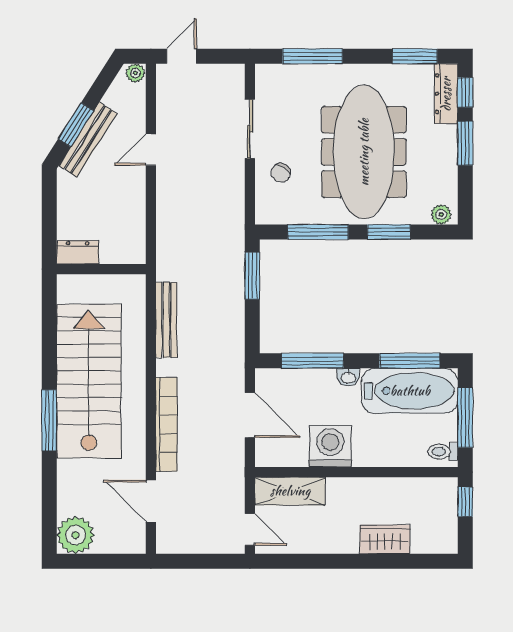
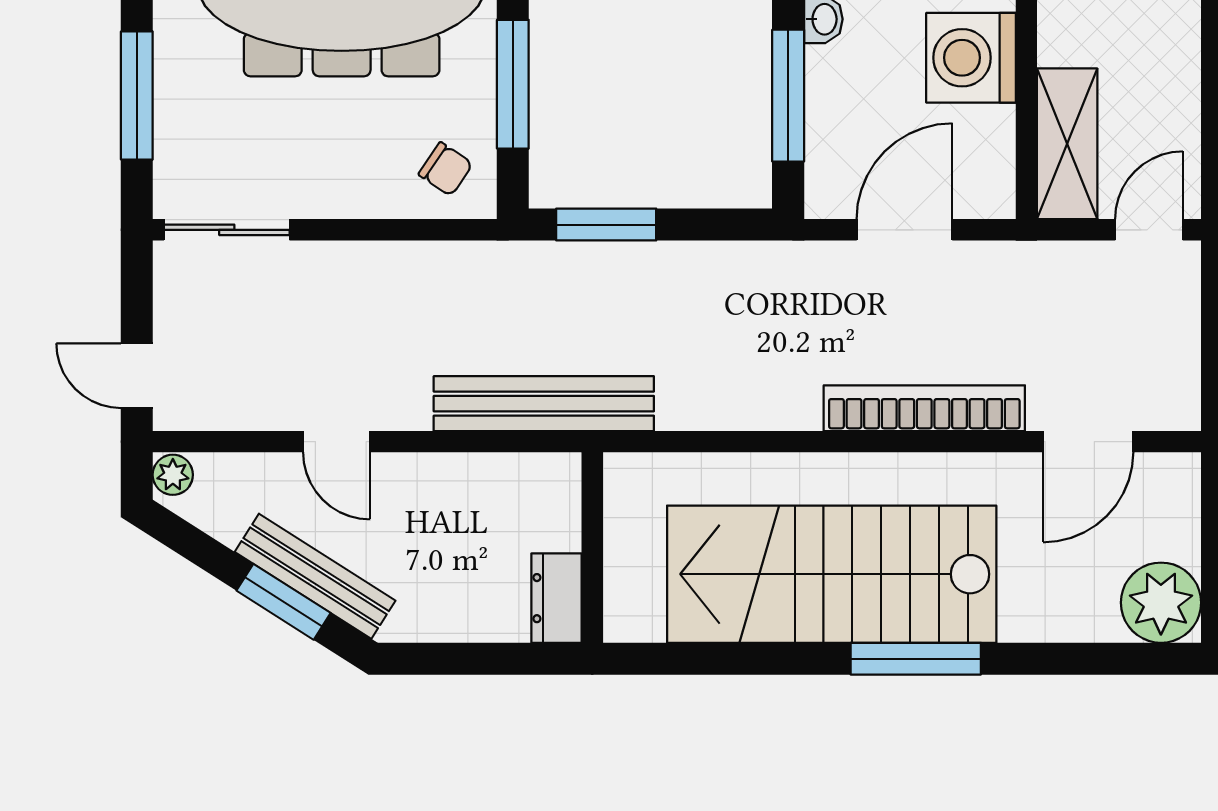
sliding door: (250, 129) -> (227, 230), moved
chair: (281, 173) -> (446, 169), moved
bench: (166, 320) -> (544, 404), moved, width x1.37, depth x1.21

